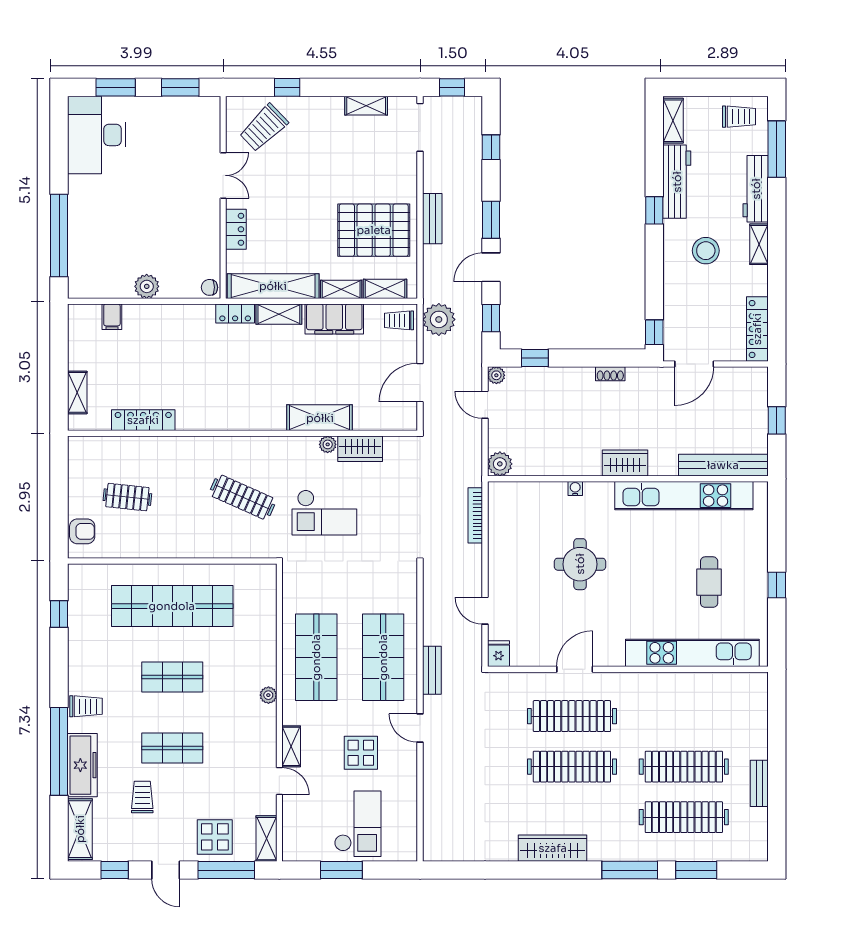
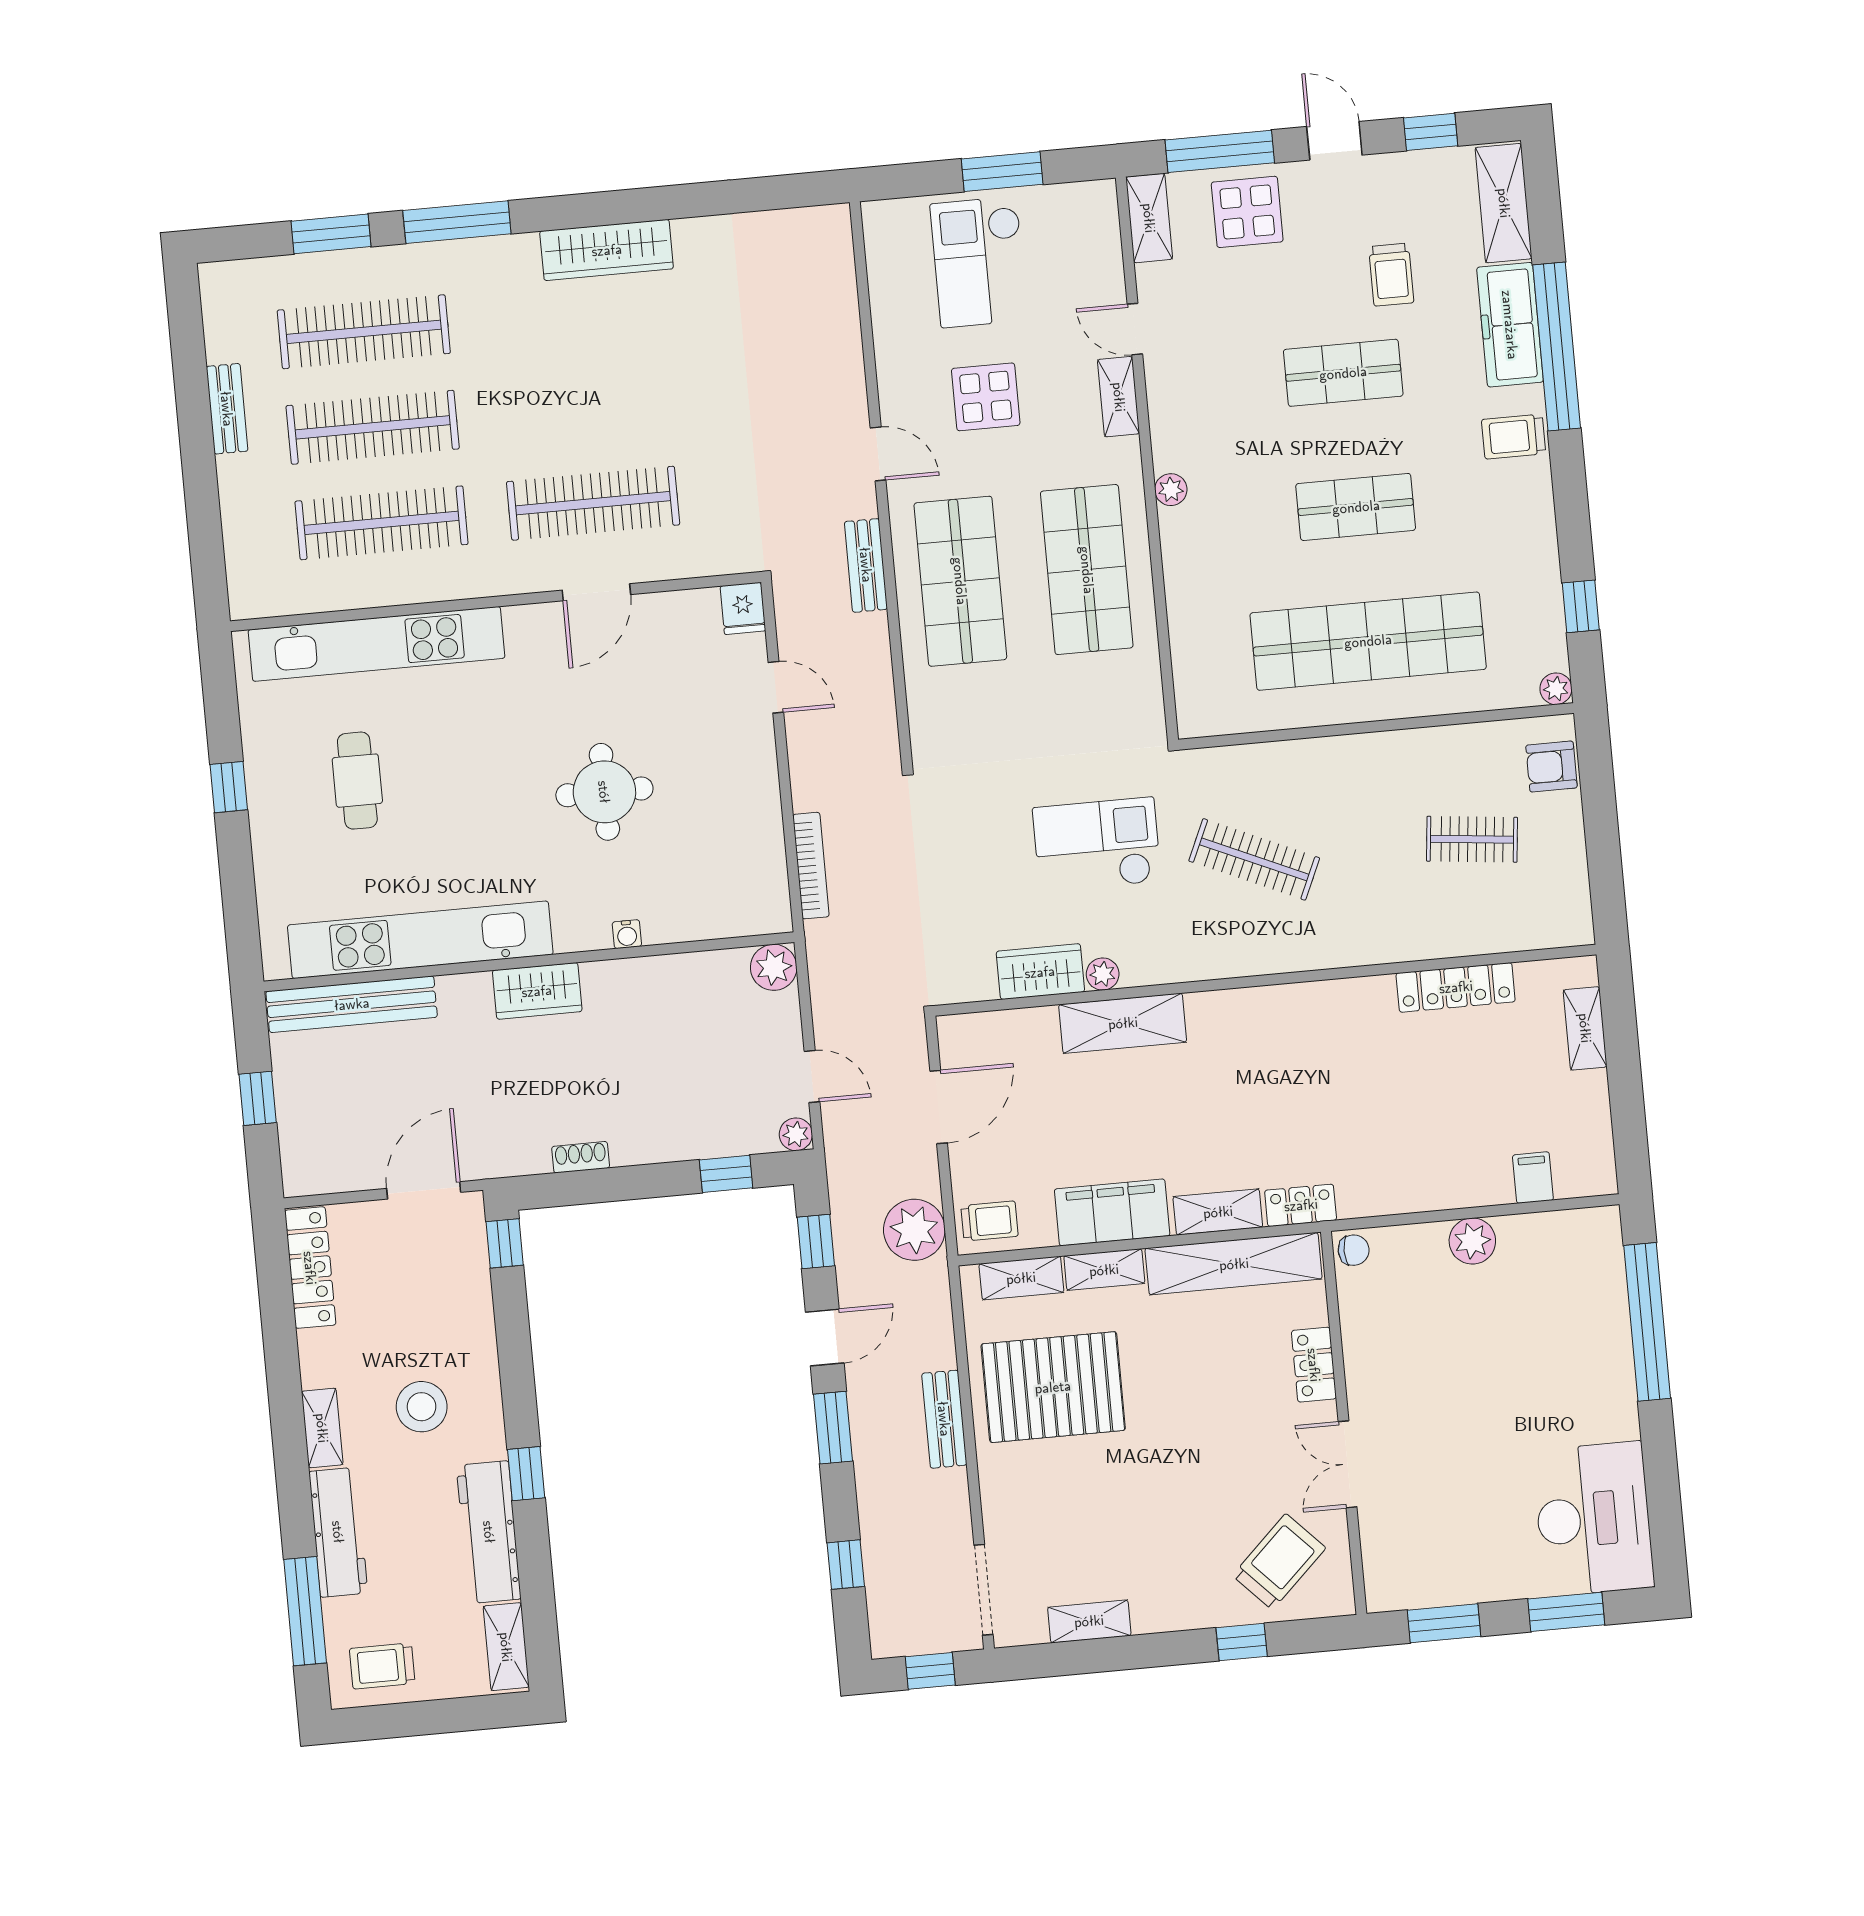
plant: (76, 572) -> (1556, 689), added
clothes rail: (572, 767) -> (382, 523), moved

